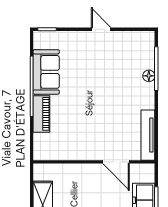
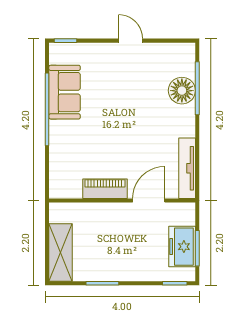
floor lamp: (149, 76) -> (182, 91), width x1.89, depth x1.89
piano: (41, 114) -> (105, 189), moved, turned -90
door: (116, 162) -> (149, 200), swing flipped

